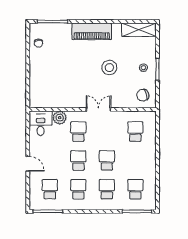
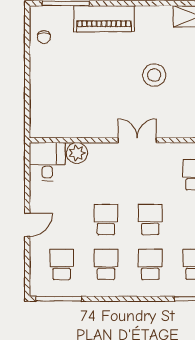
piano: (92, 31) -> (104, 19), moved
school desk: (78, 132) -> (106, 175), removed
door: (28, 164) -> (27, 225), hinge flipped

